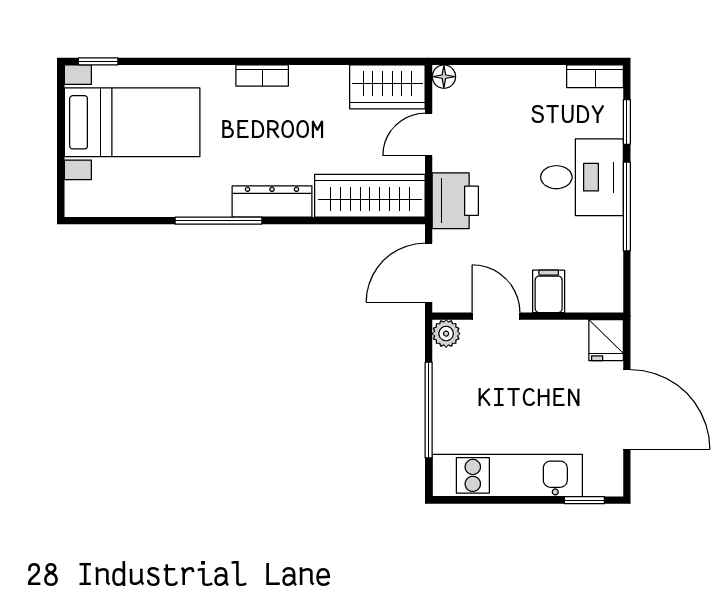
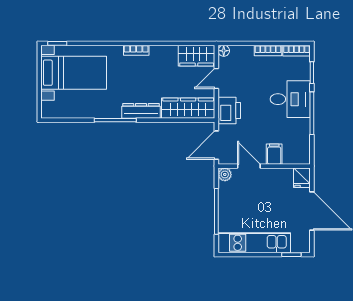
bookcase: (536, 76) -> (268, 51), added

